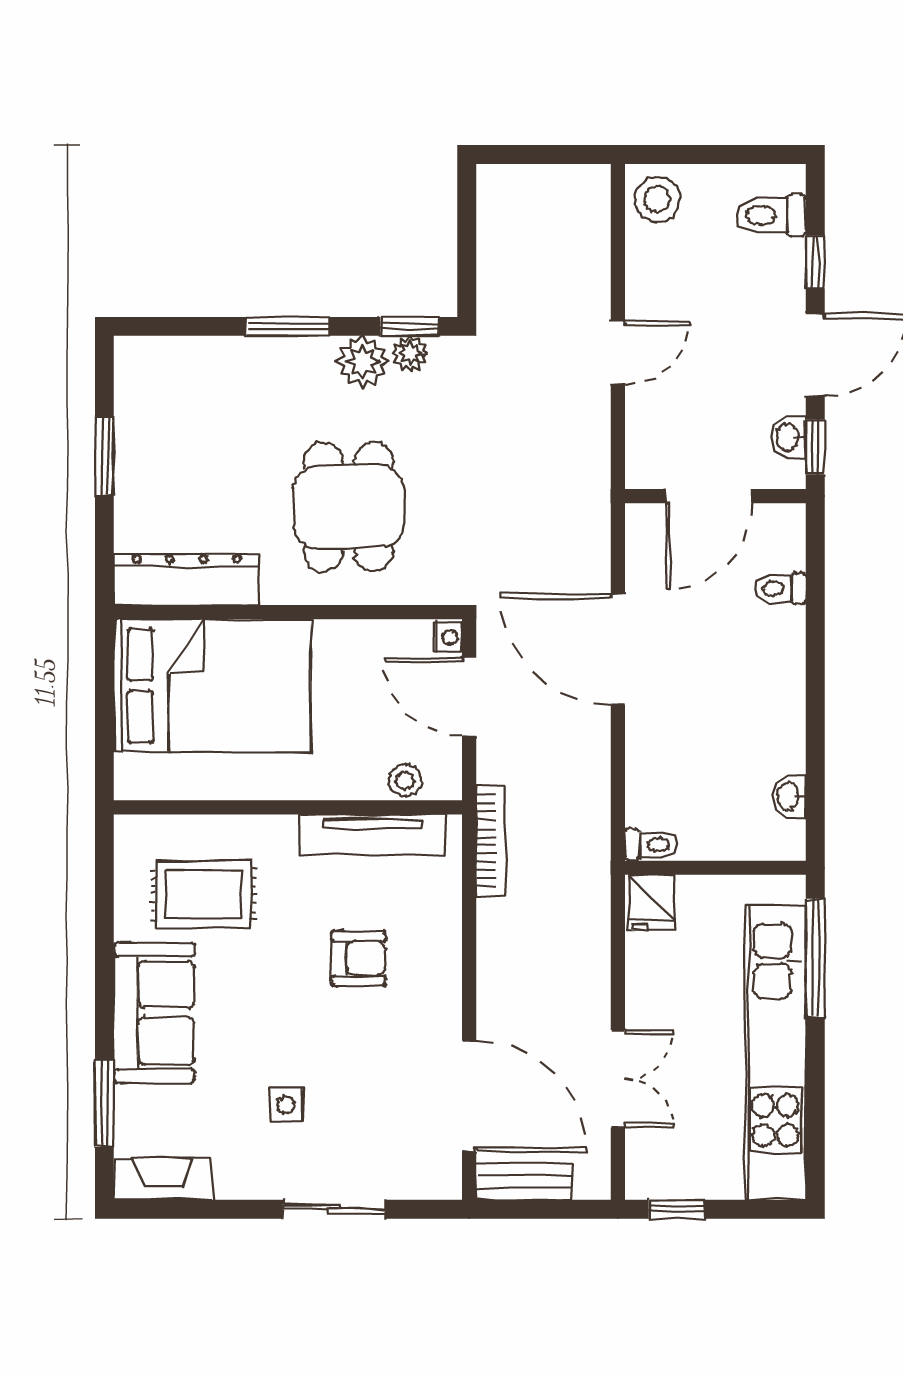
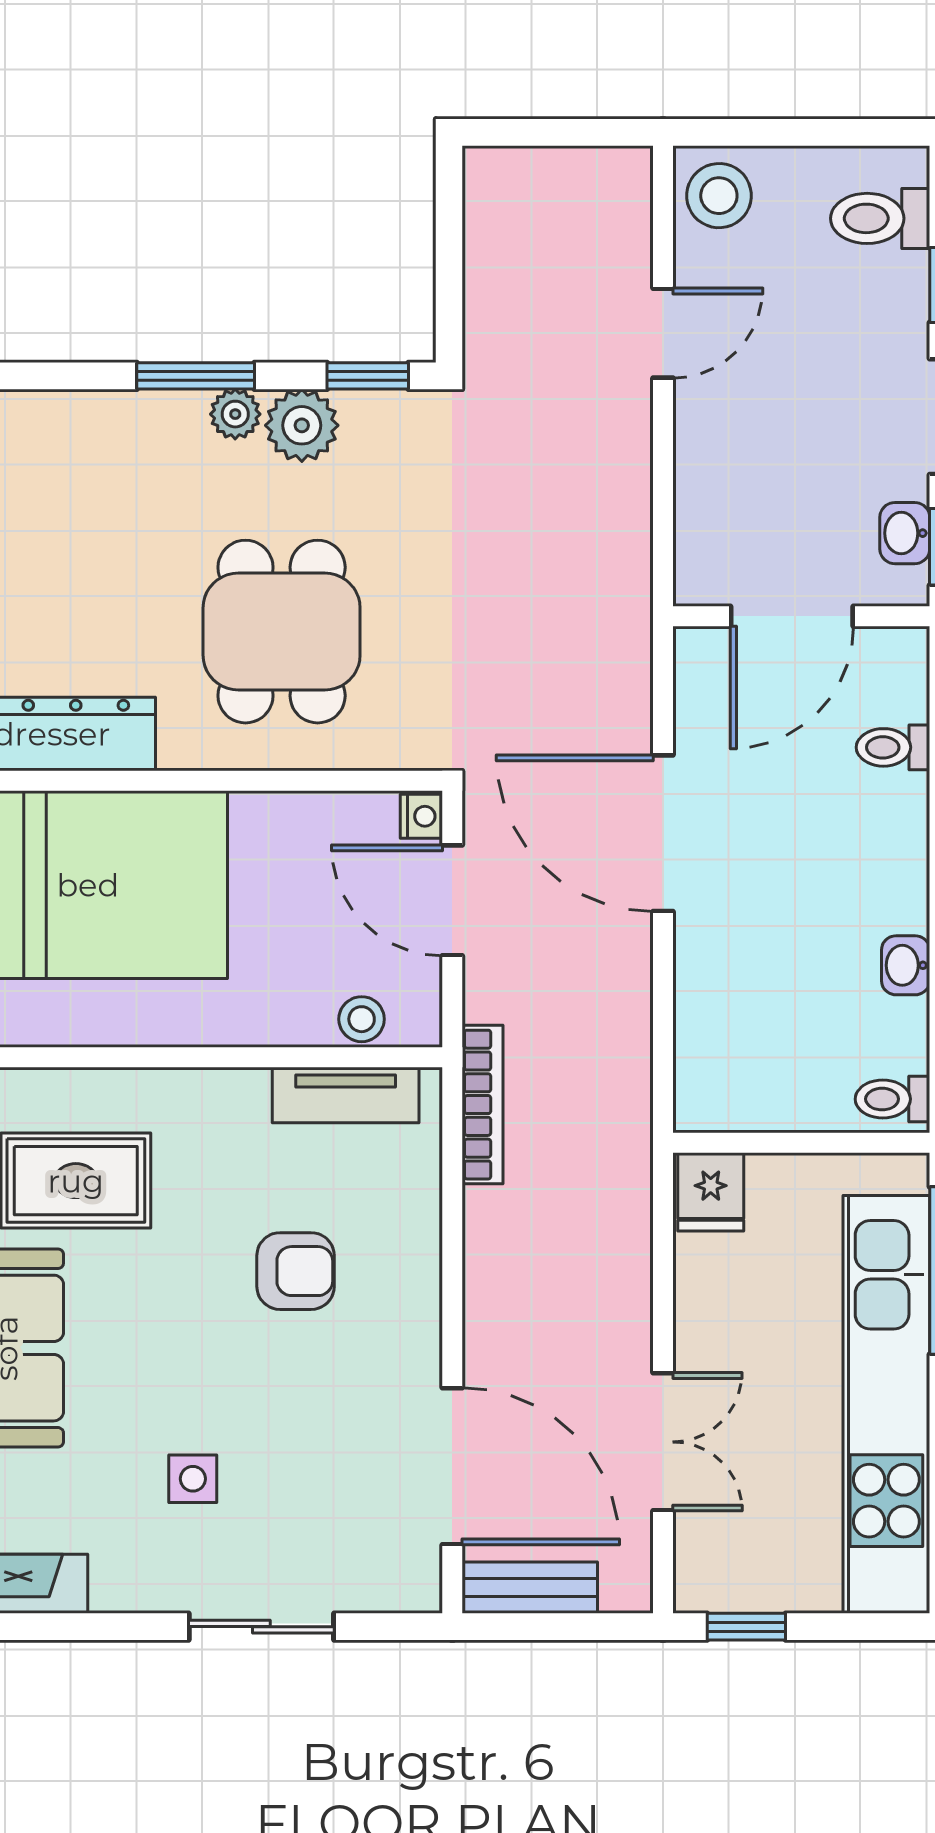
plant: (410, 353) -> (235, 414), moved
door: (618, 353) -> (663, 333), moved
washbasin: (789, 796) -> (906, 965), moved
tv unit: (373, 834) -> (346, 1095), width x0.71
toilet: (651, 845) -> (892, 1099), moved, turned 180

